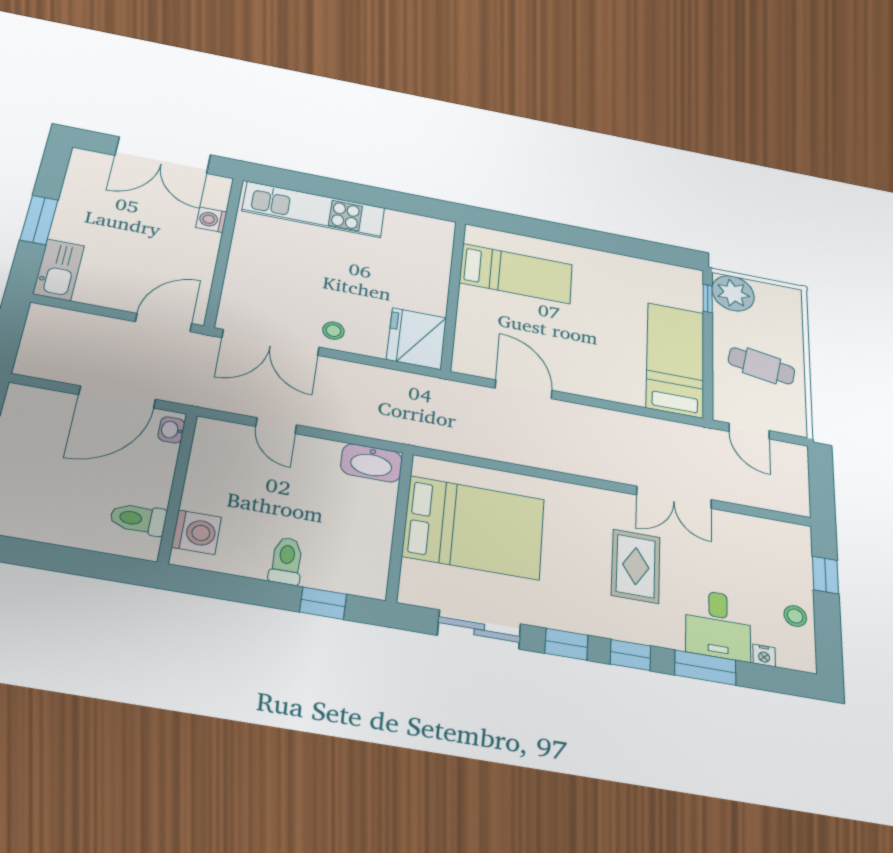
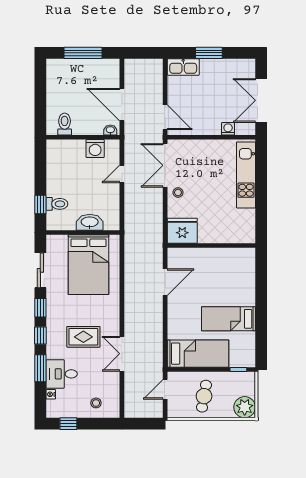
bed: (516, 274) -> (228, 319), moved, turned 90
plant: (733, 293) -> (245, 407), moved
washbasin: (371, 463) -> (90, 222), moved, turned 90
washing machine: (196, 532) -> (95, 149), moved
toilet: (286, 561) -> (57, 204), moved
window: (825, 575) -> (68, 424), moved
stool: (795, 616) -> (96, 403), moved

